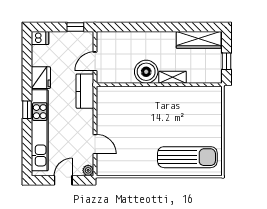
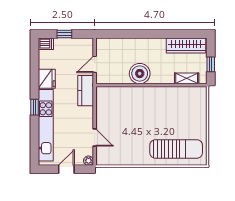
window: (75, 27) -> (64, 34), moved
shelving: (173, 77) -> (187, 78), moved

